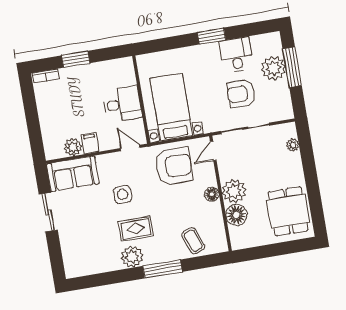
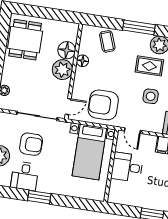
floor lamp: (212, 194) -> (83, 61), moved

